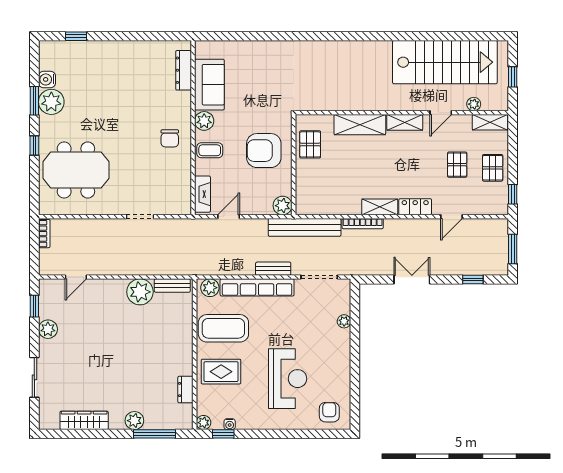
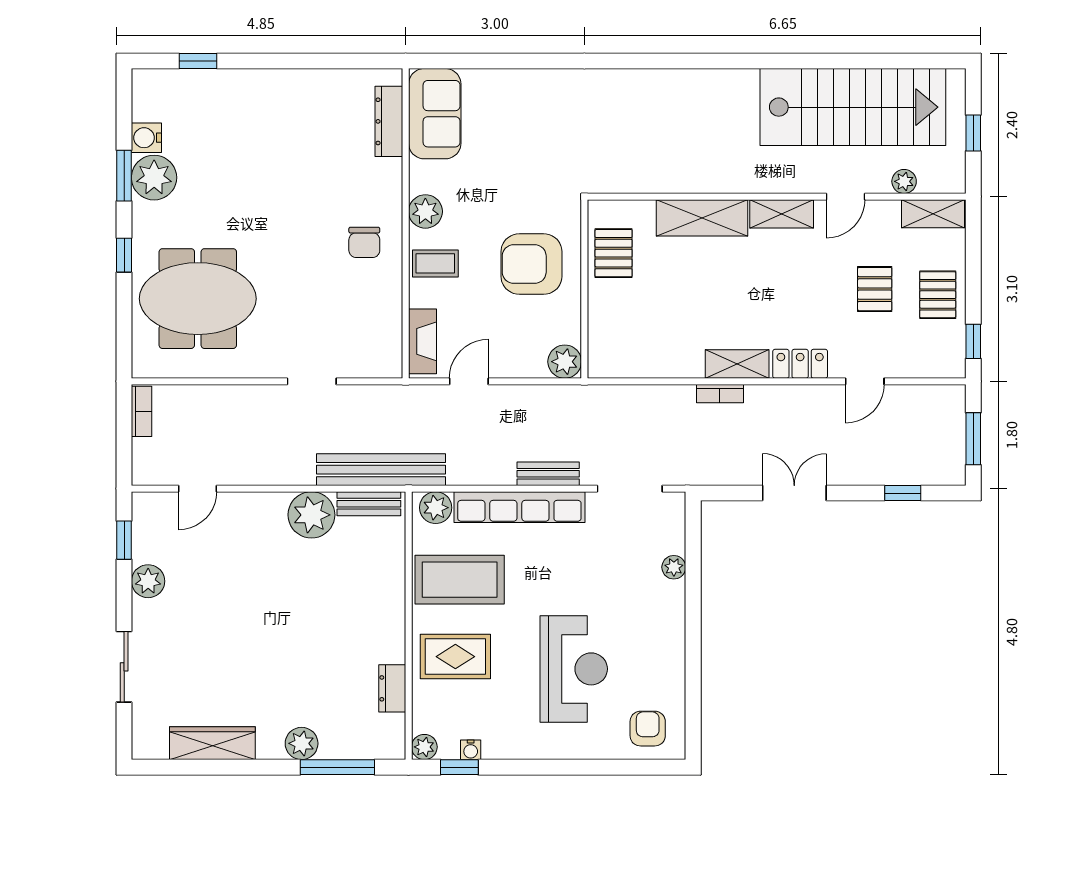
sofa: (209, 85) -> (435, 114), moved
bookcase: (363, 224) -> (720, 394), width x0.64
bench: (305, 227) -> (381, 470), moved

